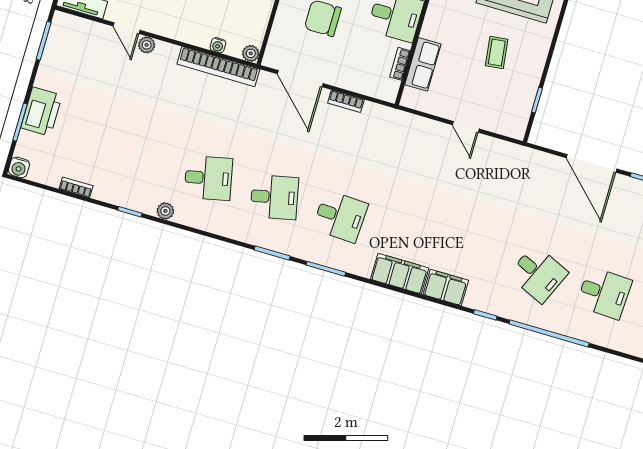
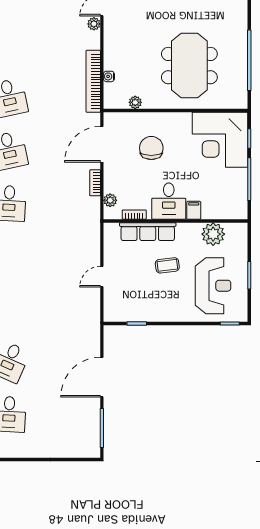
plant: (251, 53) -> (135, 102), moved
coffee table: (497, 53) -> (167, 265), moved
row of seats: (423, 64) -> (148, 232), width x1.48
plant: (373, 89) -> (110, 200), added

